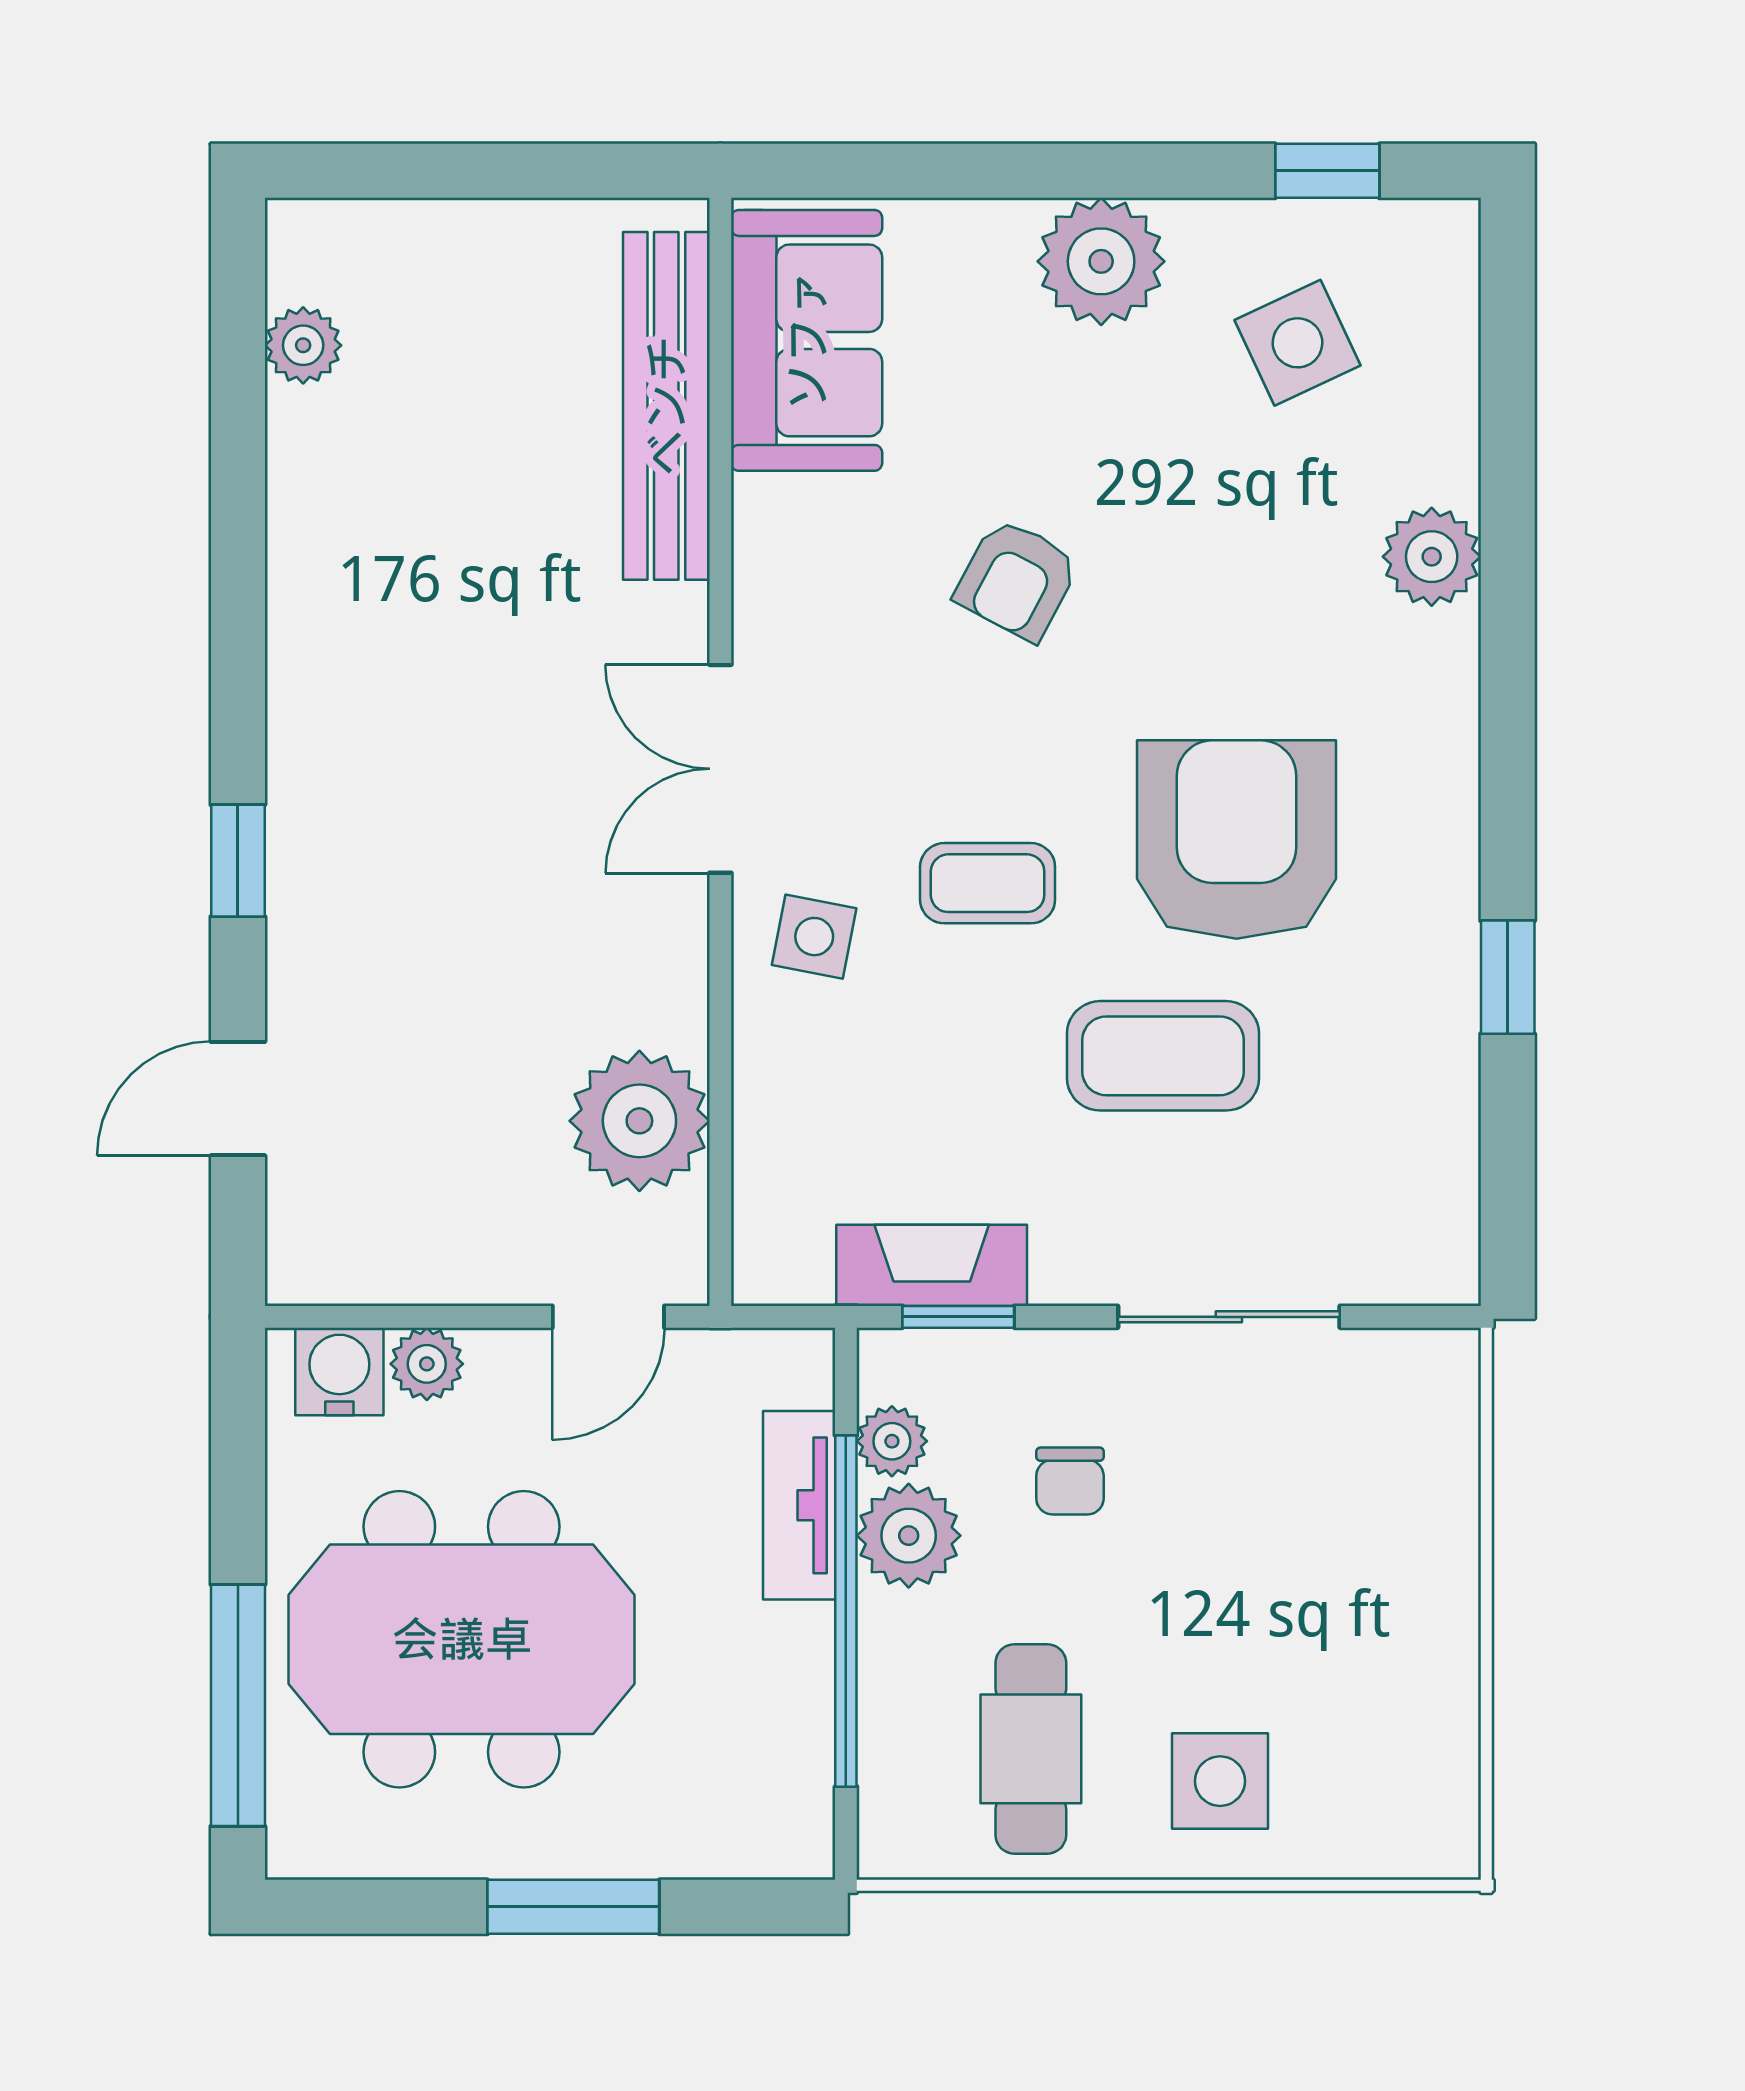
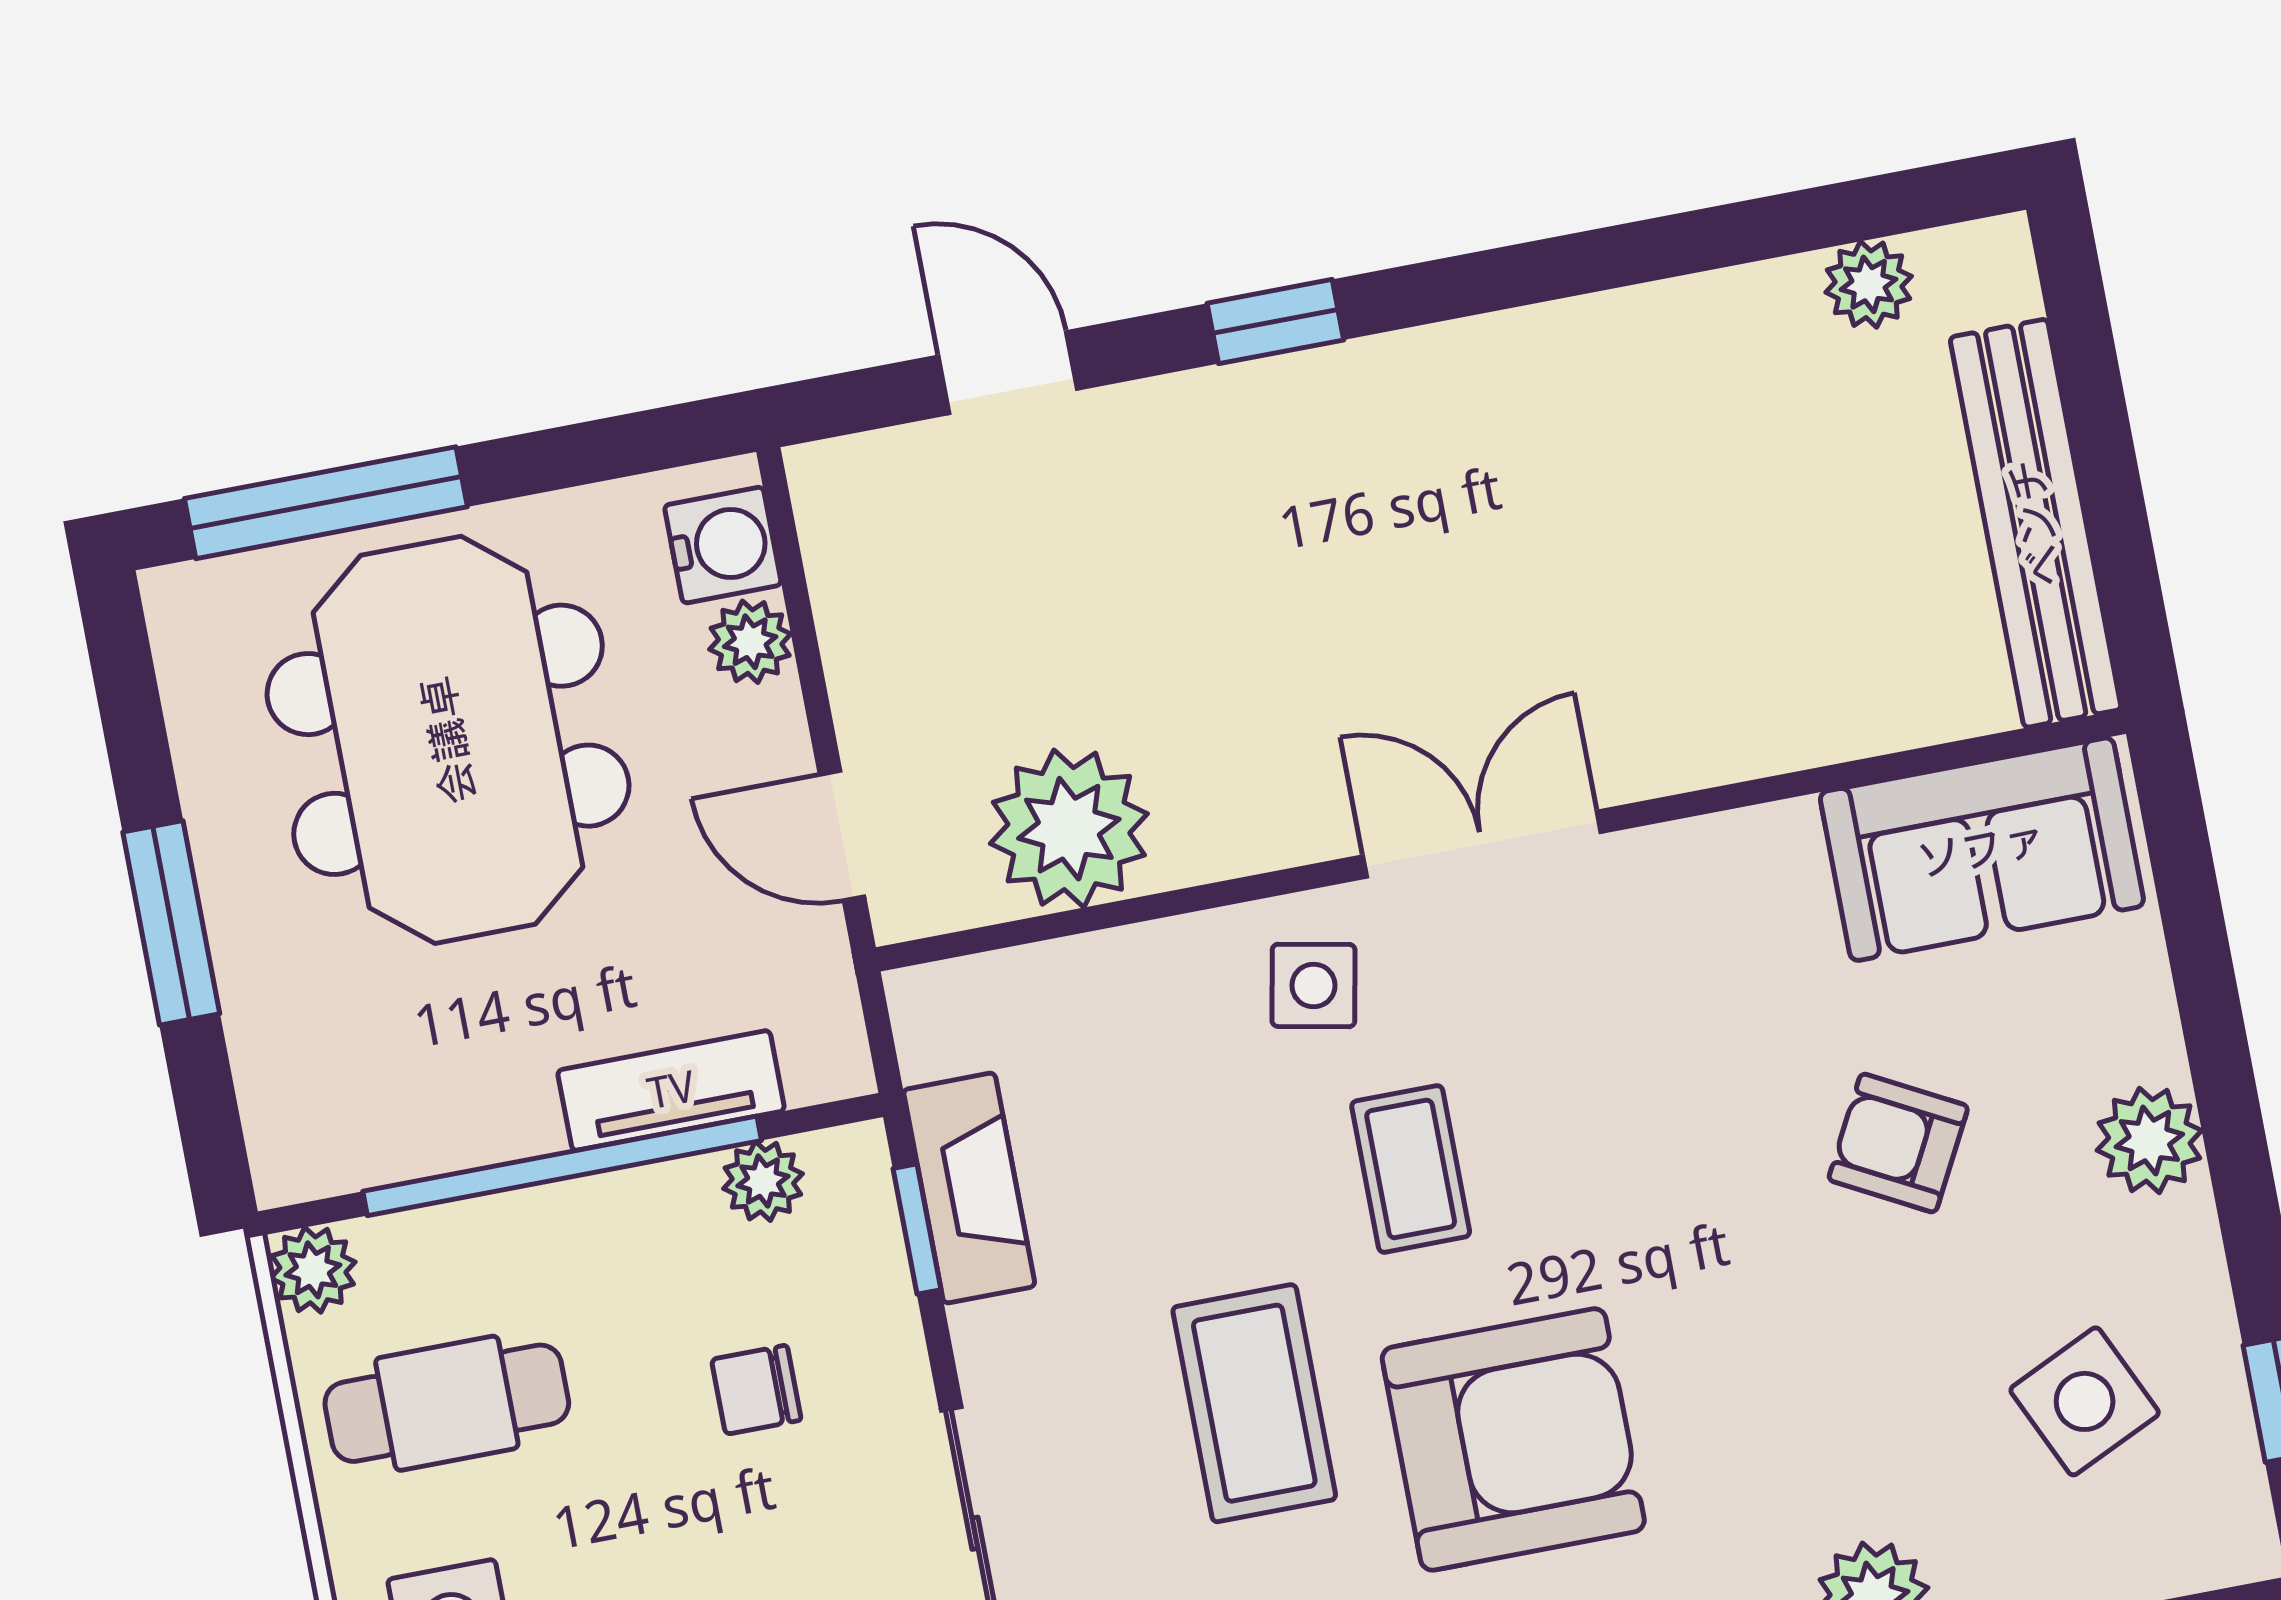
plant: (1101, 261) -> (2149, 1140), width x0.73, depth x0.73
bench: (666, 406) -> (2036, 523), moved, turned 90
armchair: (1017, 579) -> (1898, 1143), moved
plant: (909, 1536) -> (313, 1270), moved, width x0.73, depth x0.73

